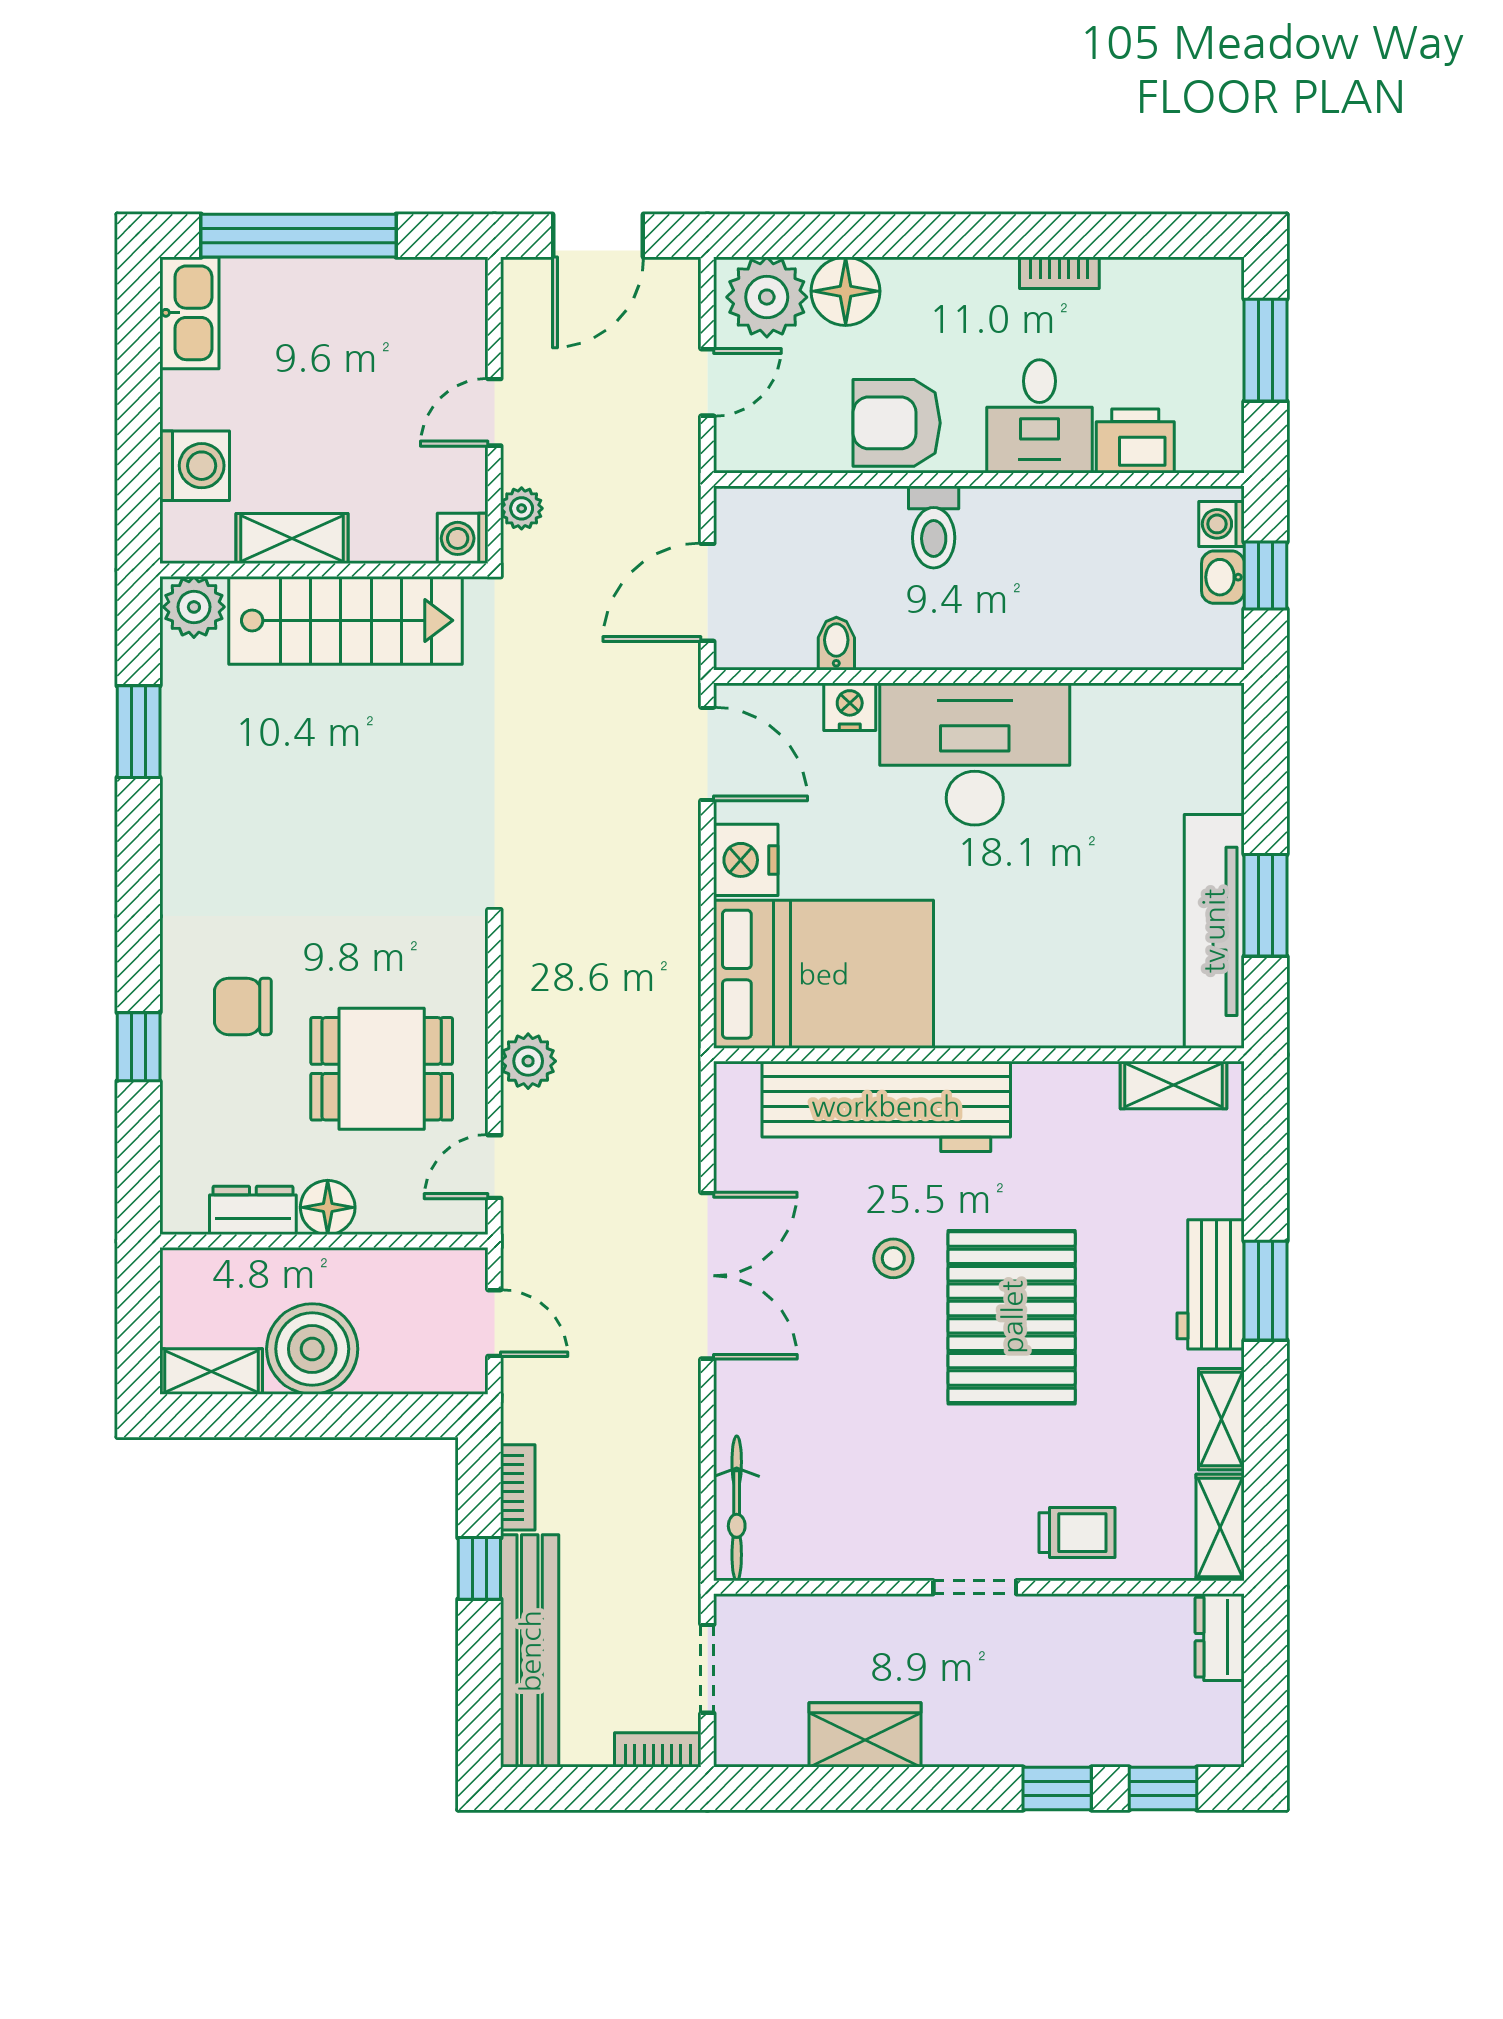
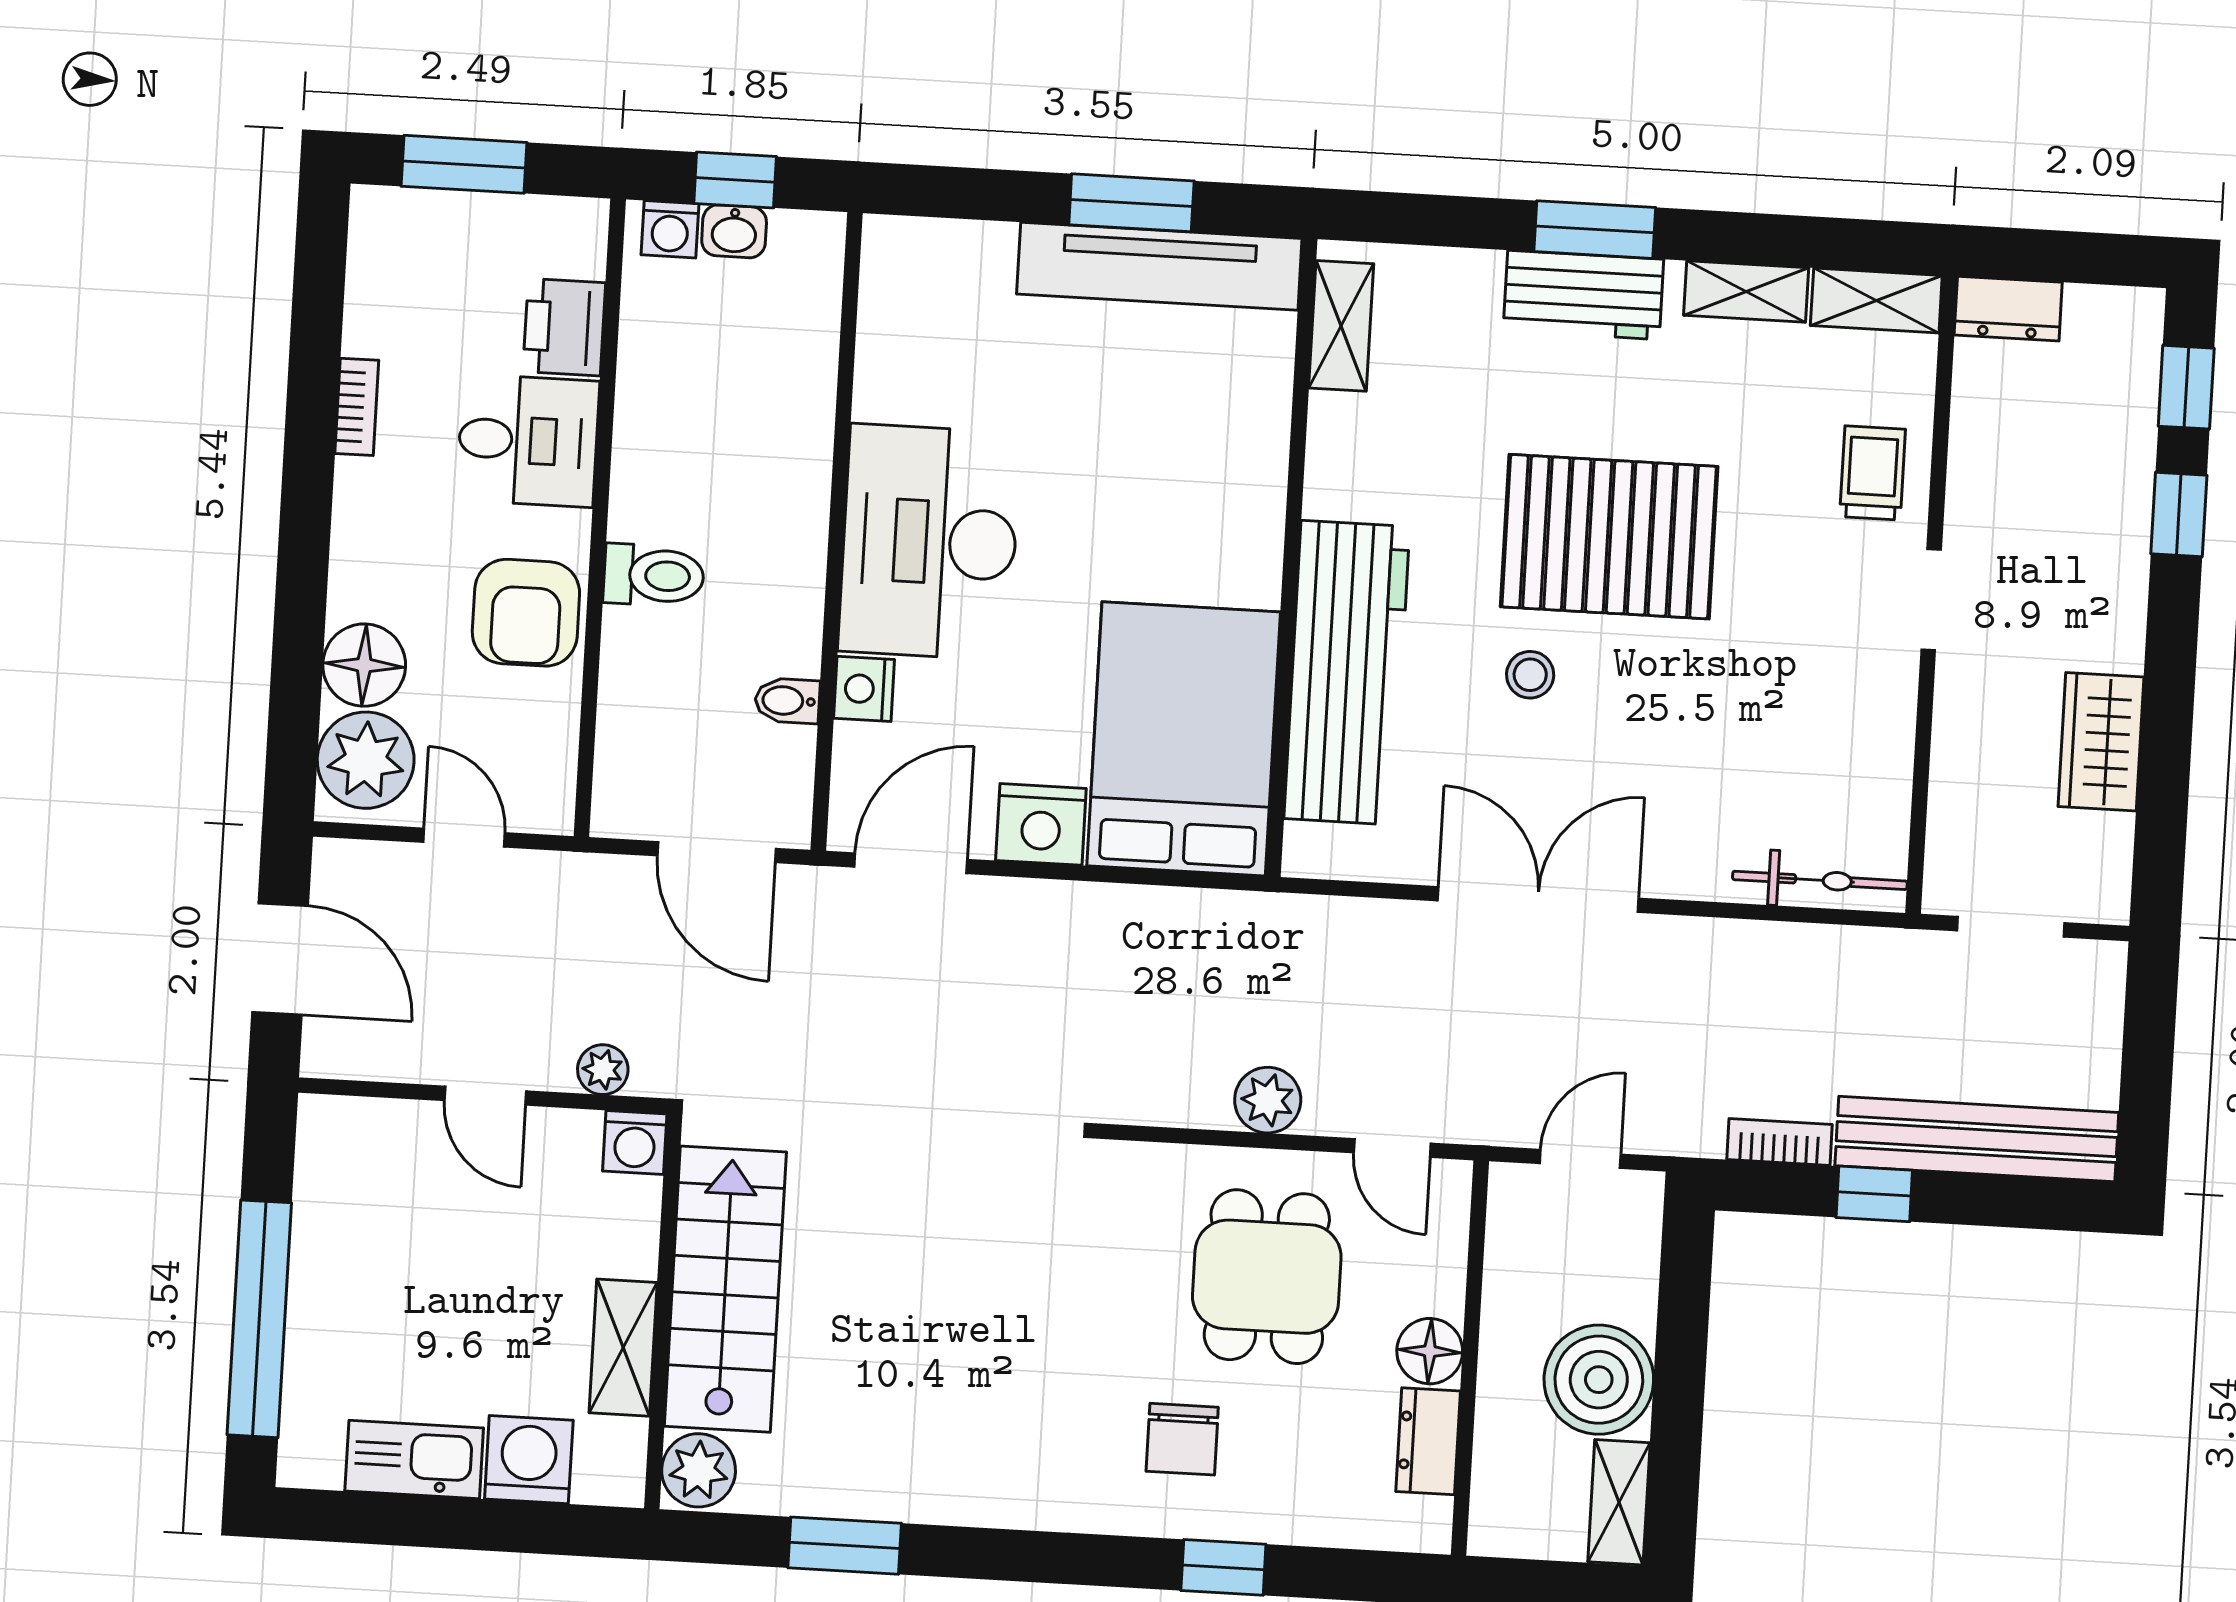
kitchen sink: (189, 313) -> (414, 1459), moved
bookcase: (658, 1750) -> (2105, 992), removed

